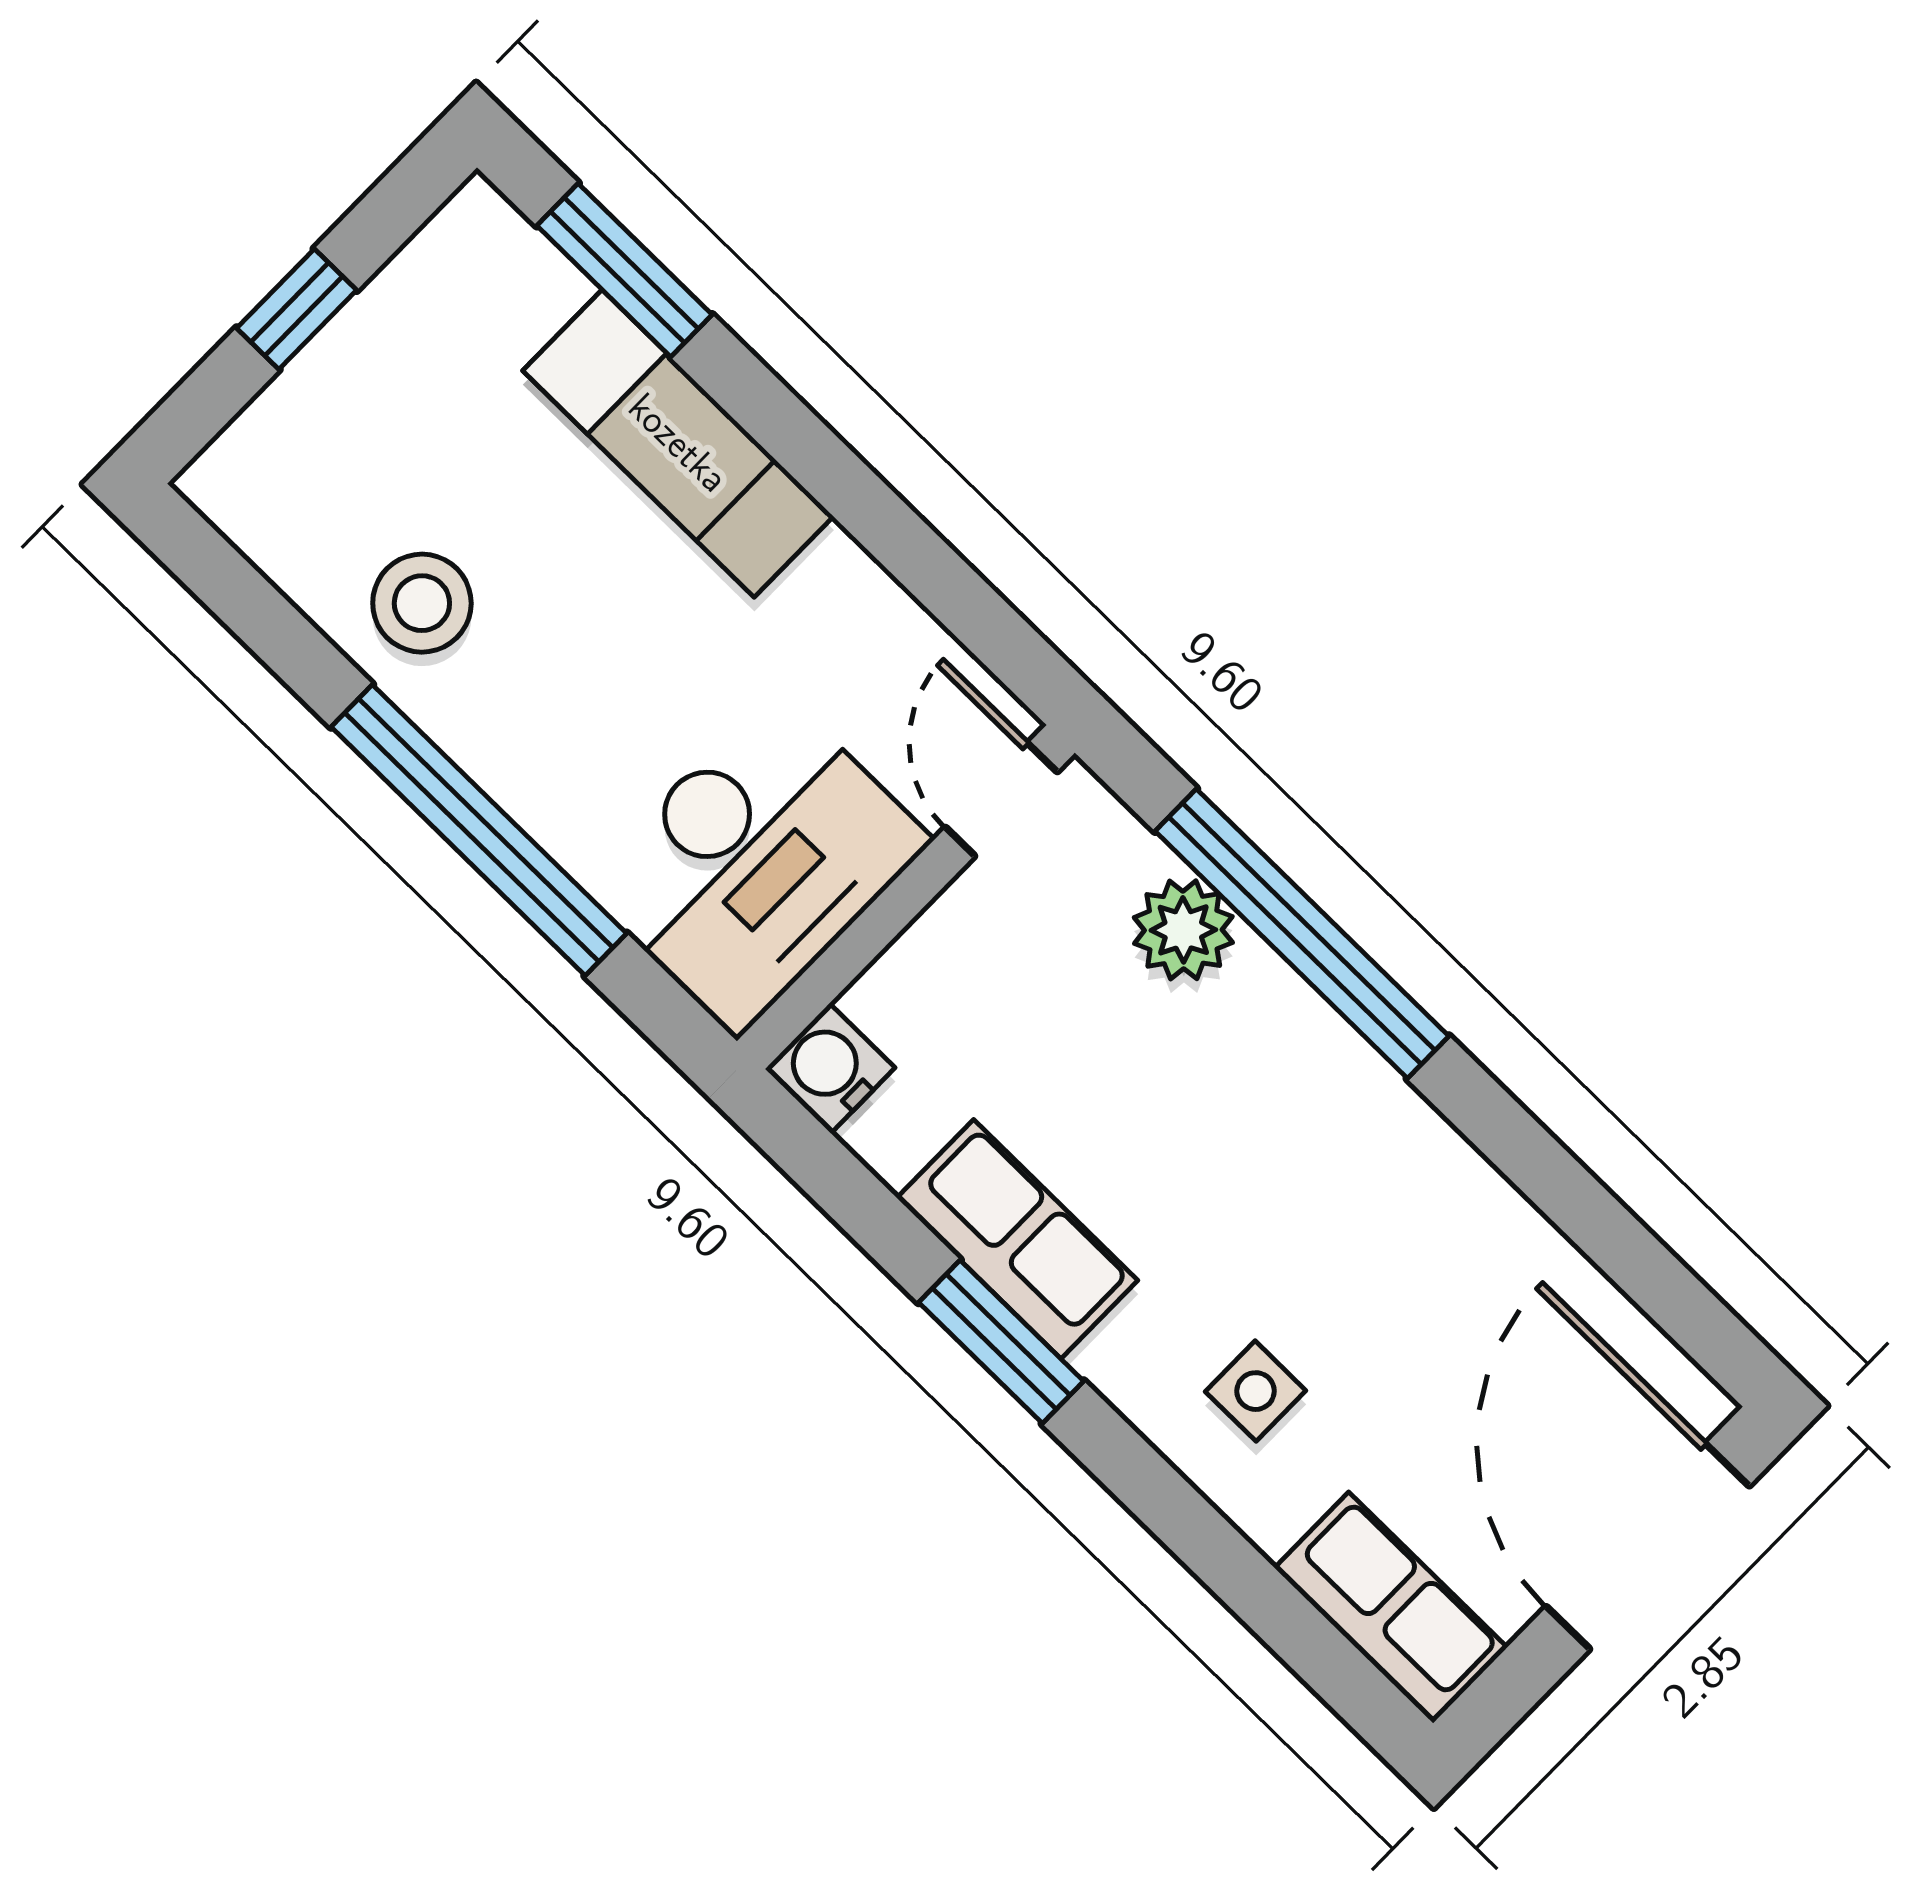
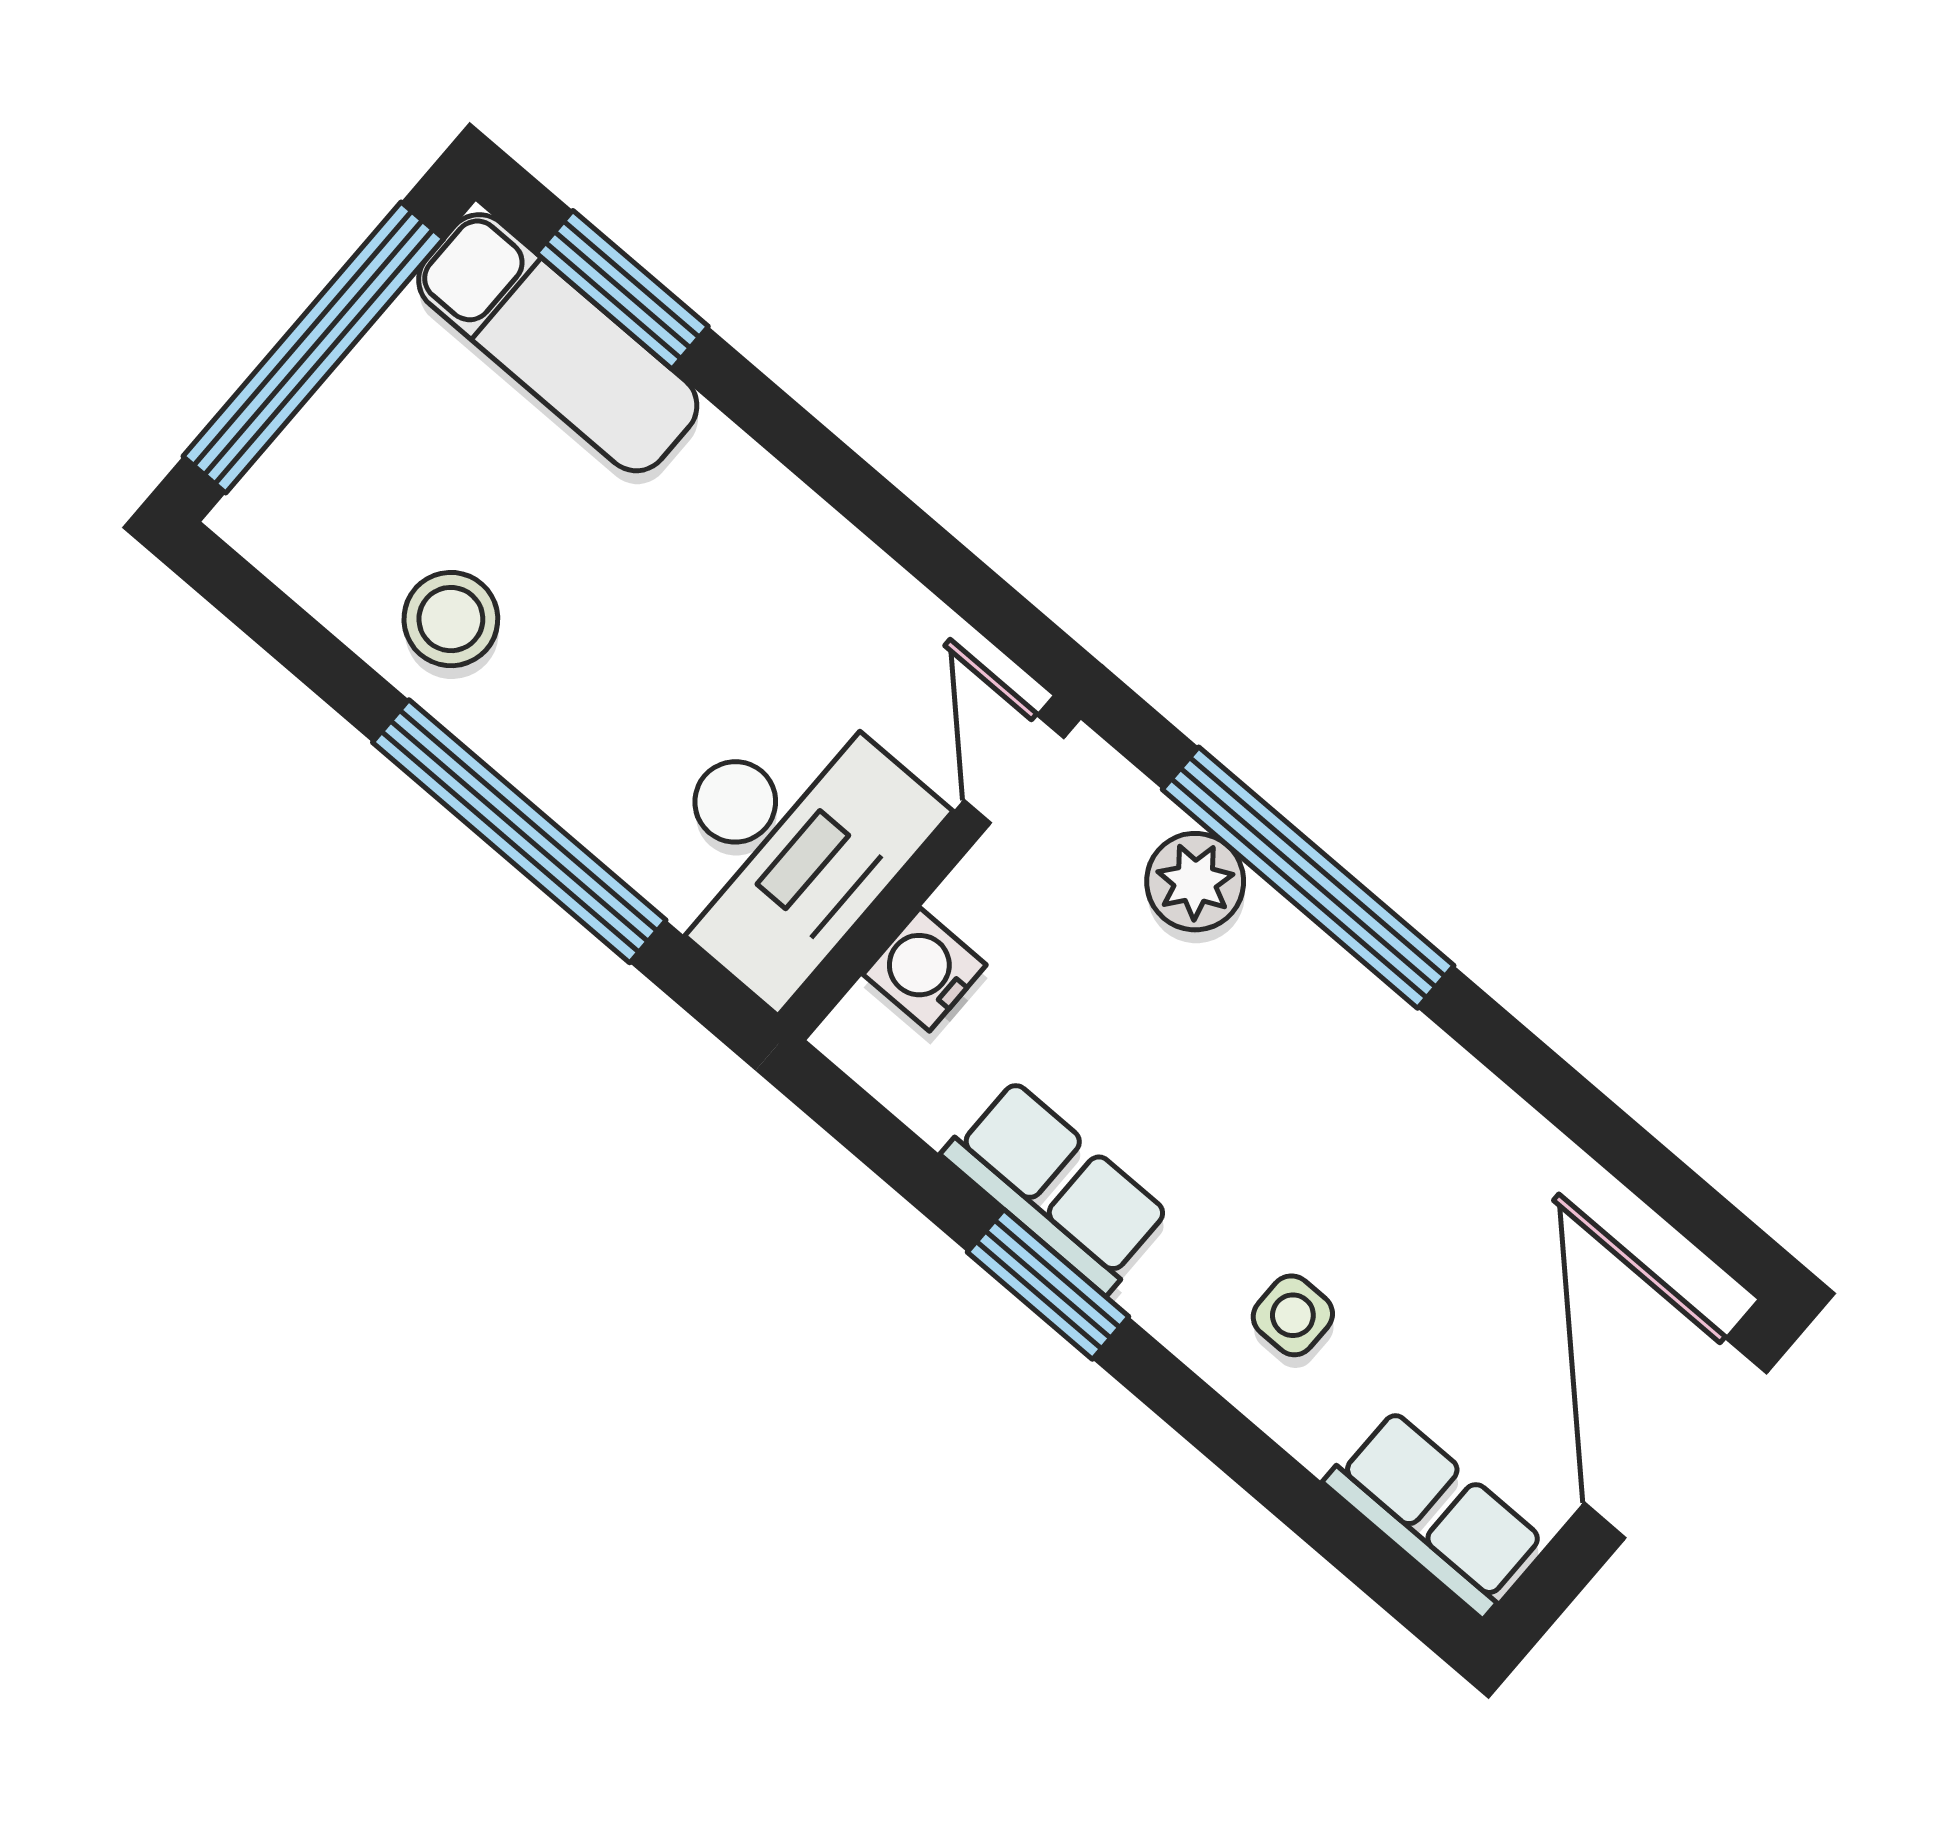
window: (297, 309) -> (313, 348), width x3.17
exam couch: (678, 443) -> (558, 343), moved
water cooler: (830, 1068) -> (925, 970), moved

